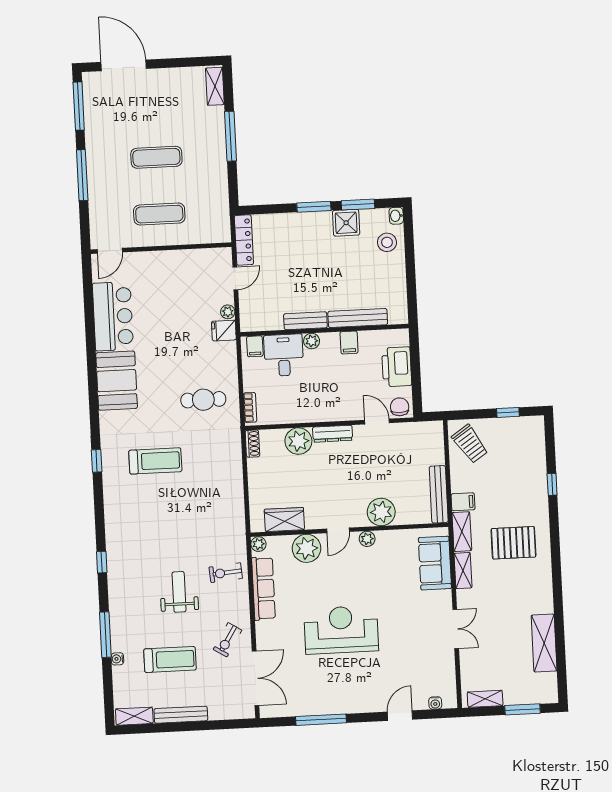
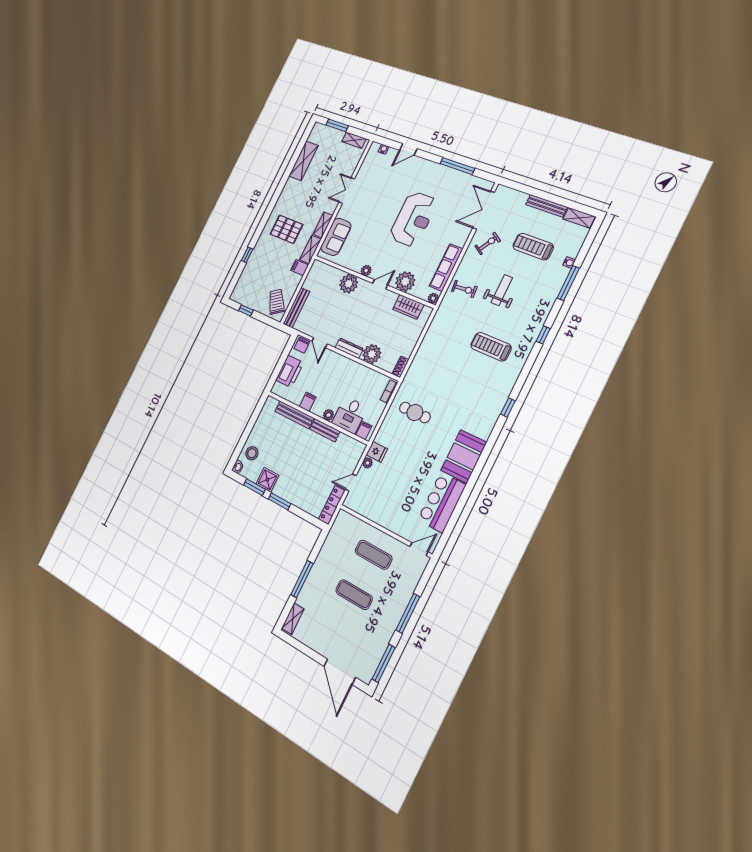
treadmill: (155, 461) -> (491, 347), moved
bench: (439, 494) -> (296, 308), moved
weight bench: (179, 592) -> (502, 290), turned 180
reception desk: (341, 630) -> (413, 219), turned -90

